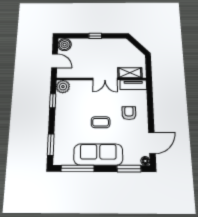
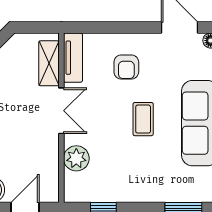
plant: (63, 87) -> (76, 158), moved
armchair: (129, 113) -> (126, 67), turned -90

